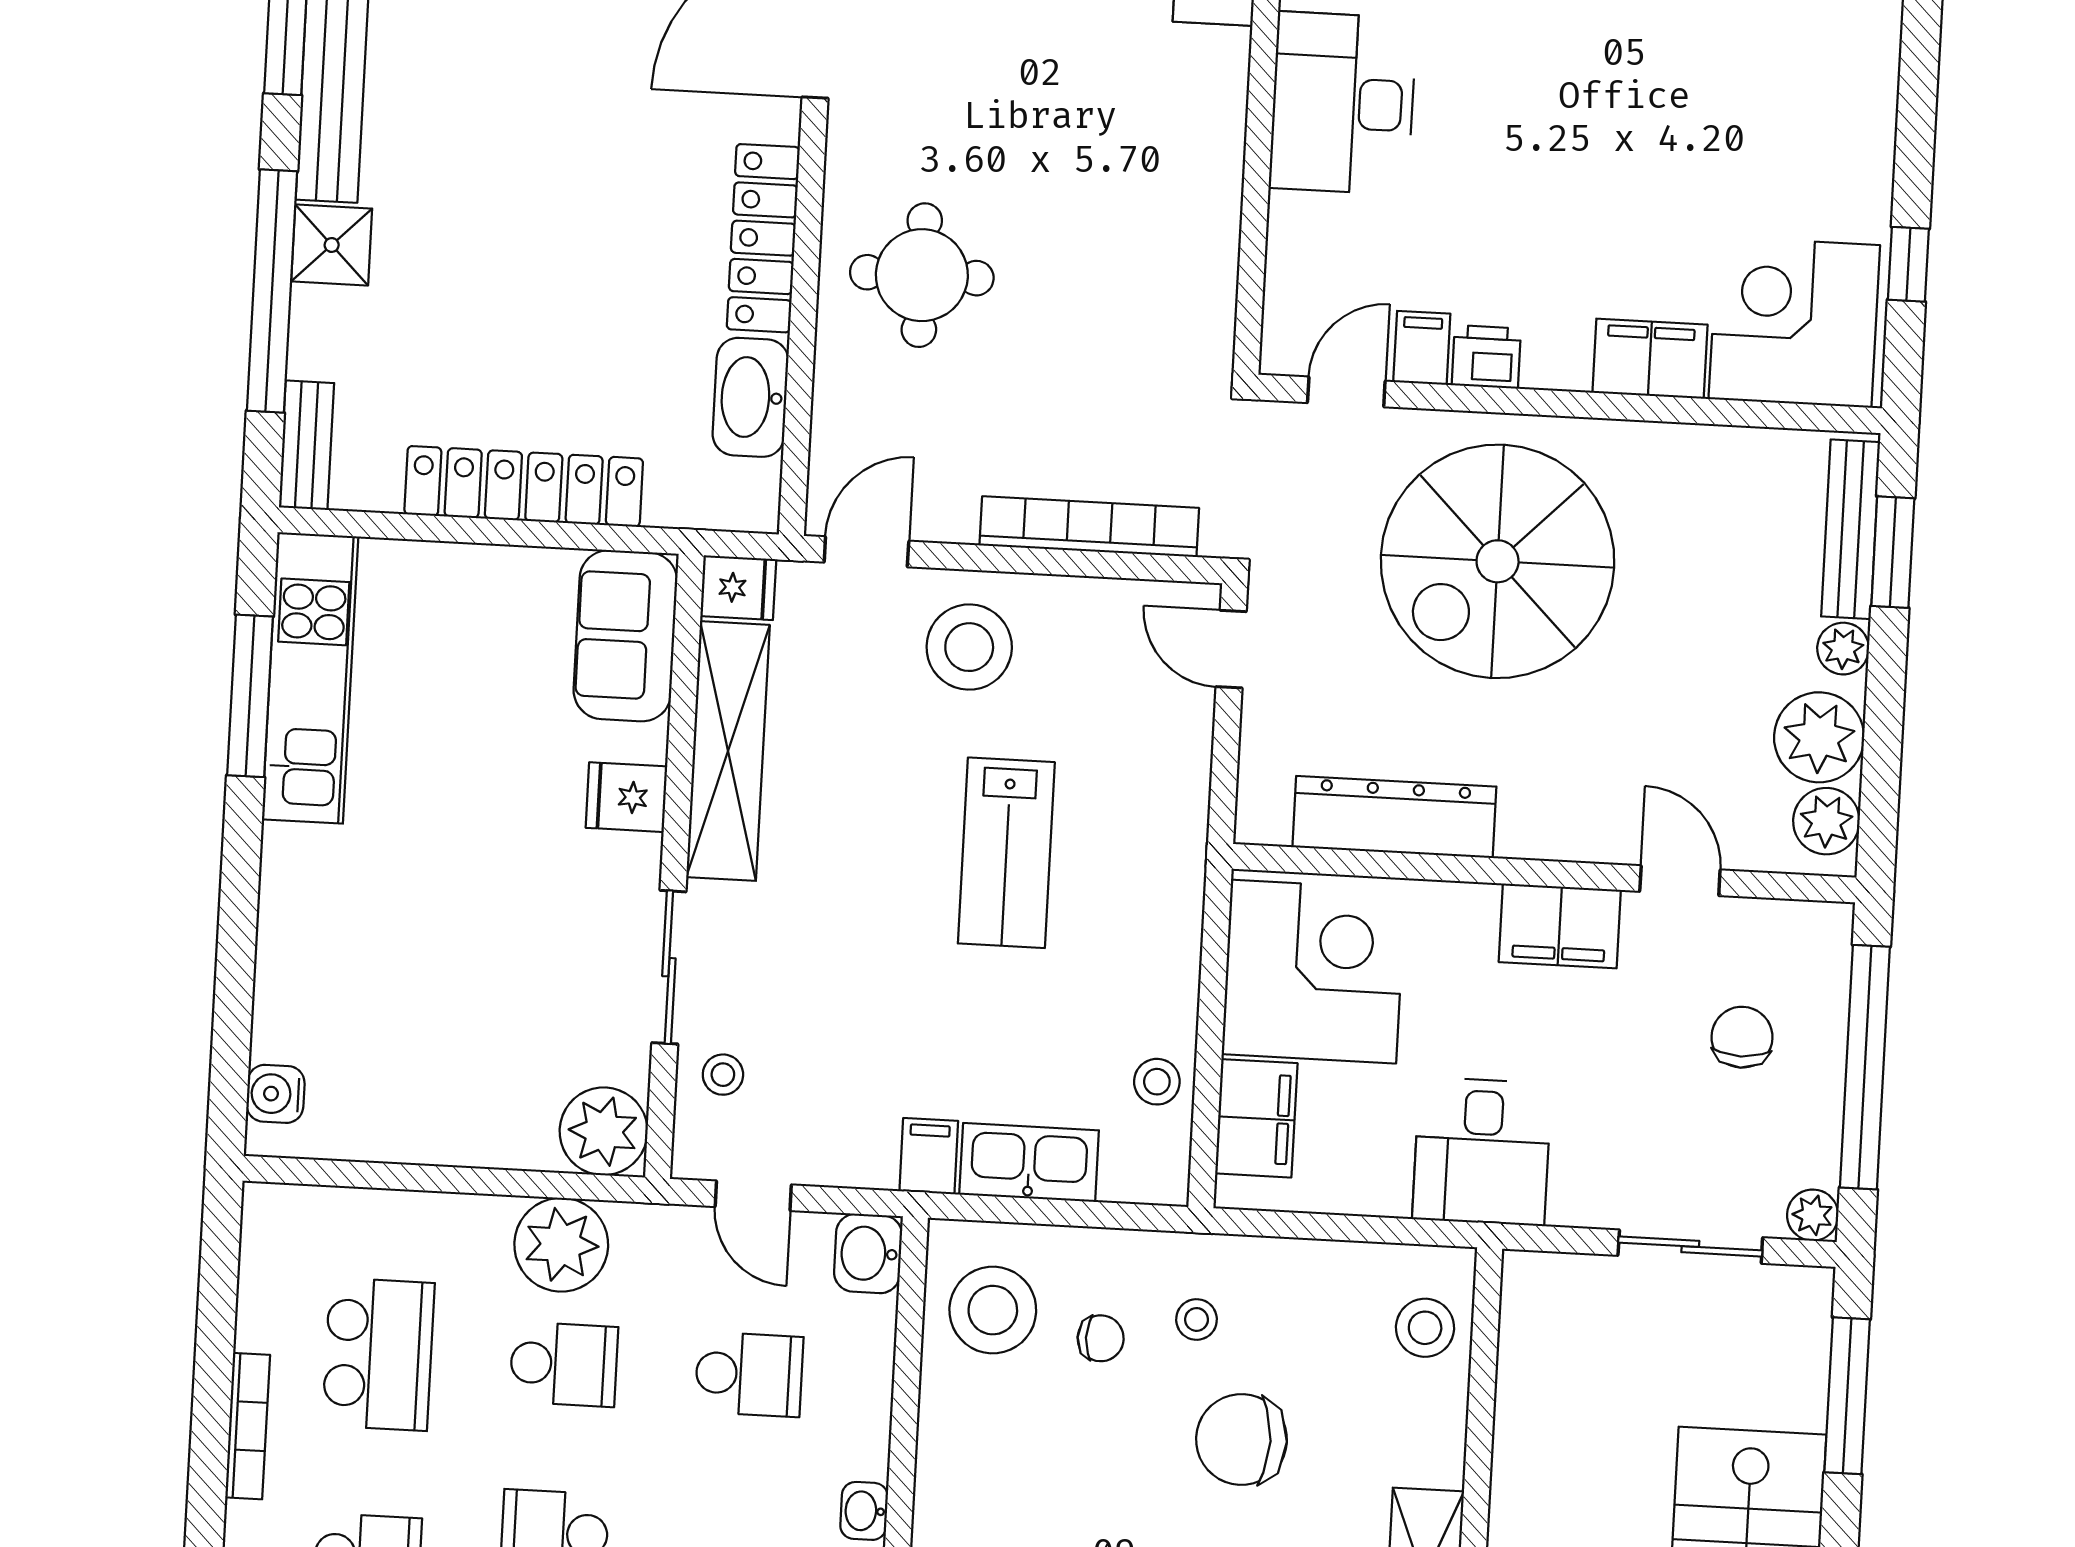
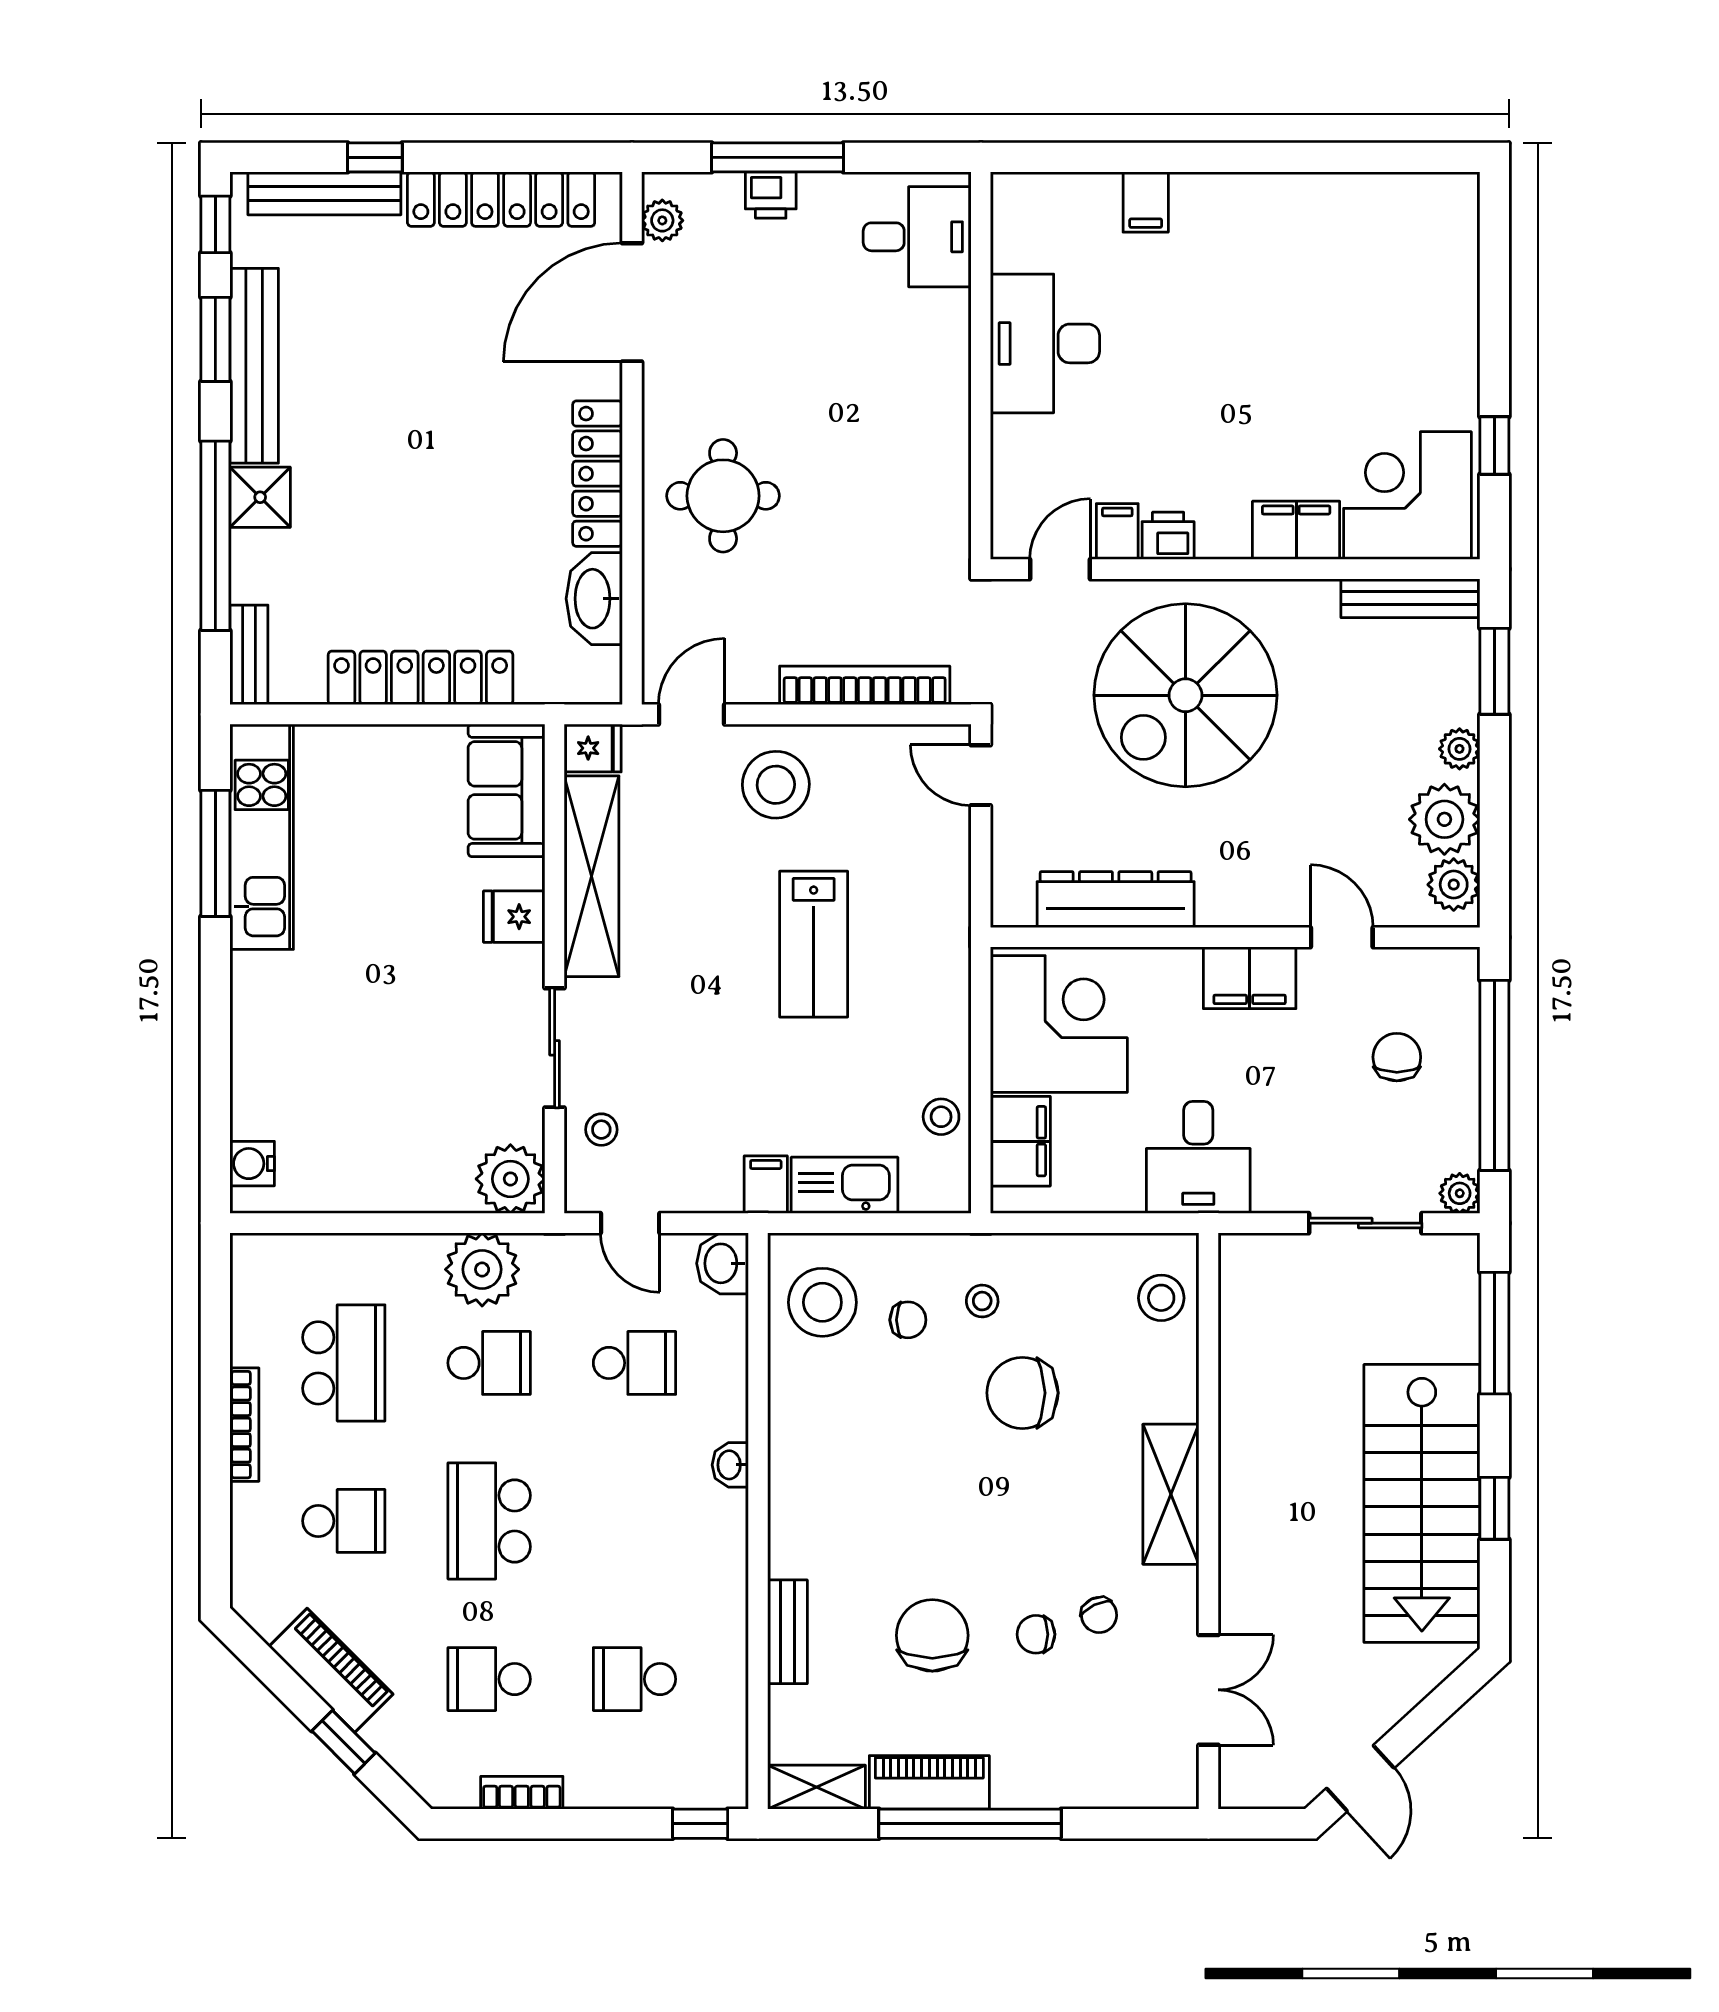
bench: (1851, 529) -> (1410, 598), moved, turned 90

